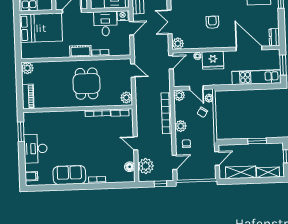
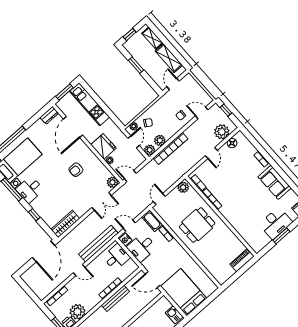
cot: (80, 51) -> (152, 221), moved
plant: (27, 68) -> (221, 278), removed
plant: (181, 126) -> (160, 140), moved
window: (21, 132) -> (281, 236), moved
door: (217, 158) -> (173, 84), hinge flipped

